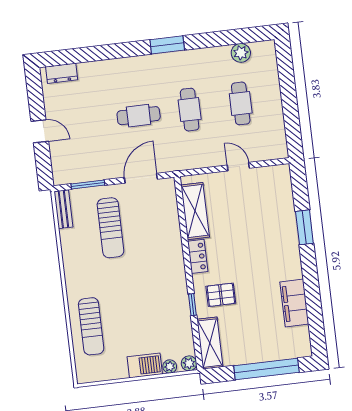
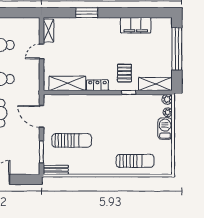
shelving: (271, 173) -> (48, 31), added

